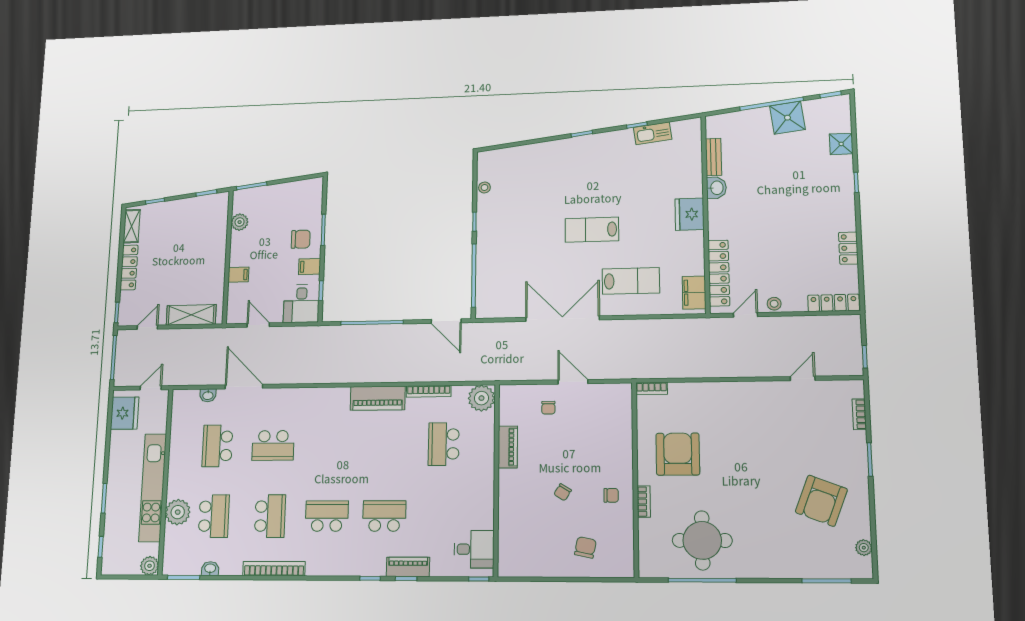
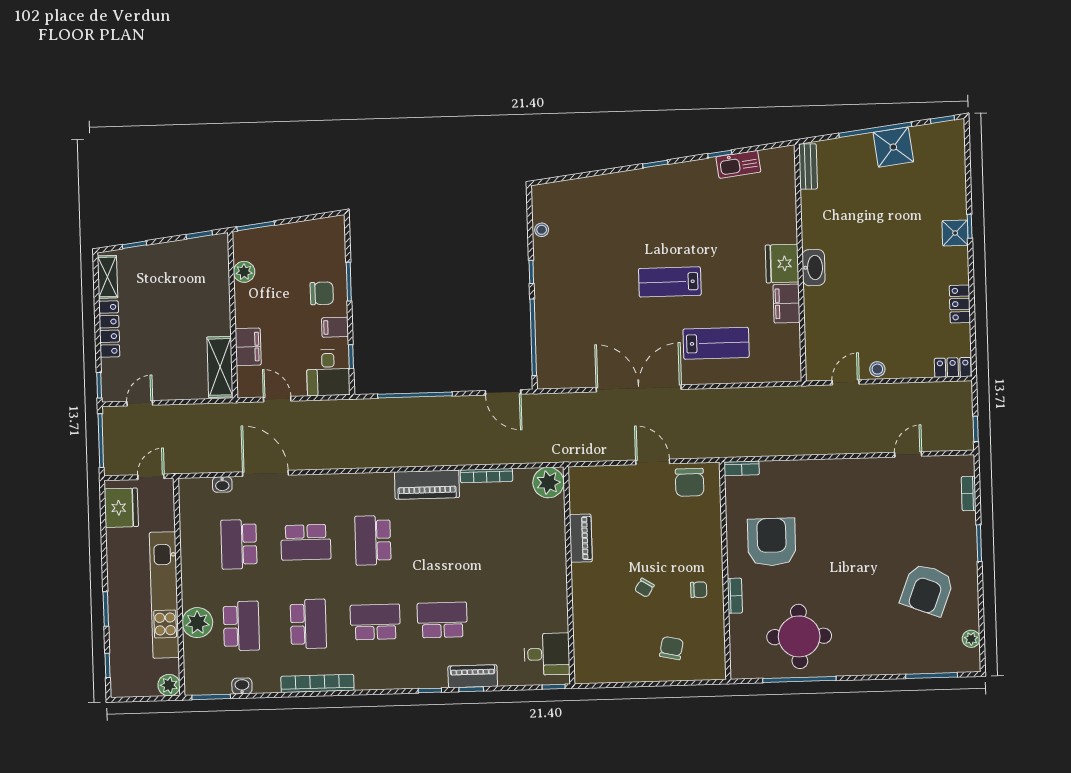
shower: (841, 144) -> (955, 233), moved
bench: (713, 157) -> (808, 166), moved
washbasin: (716, 188) -> (814, 268), moved, width x1.38
locker: (719, 273) -> (816, 334), removed
filing cabinet: (238, 275) -> (248, 347), width x2.00
filing cabinet: (694, 293) -> (786, 304), moved
locker: (834, 303) -> (953, 367), width x0.66
shelving: (191, 315) -> (220, 367), moved, turned 90
chair: (548, 408) -> (690, 482), moved, width x1.87, depth x1.87
school desk: (444, 444) -> (373, 540), moved

